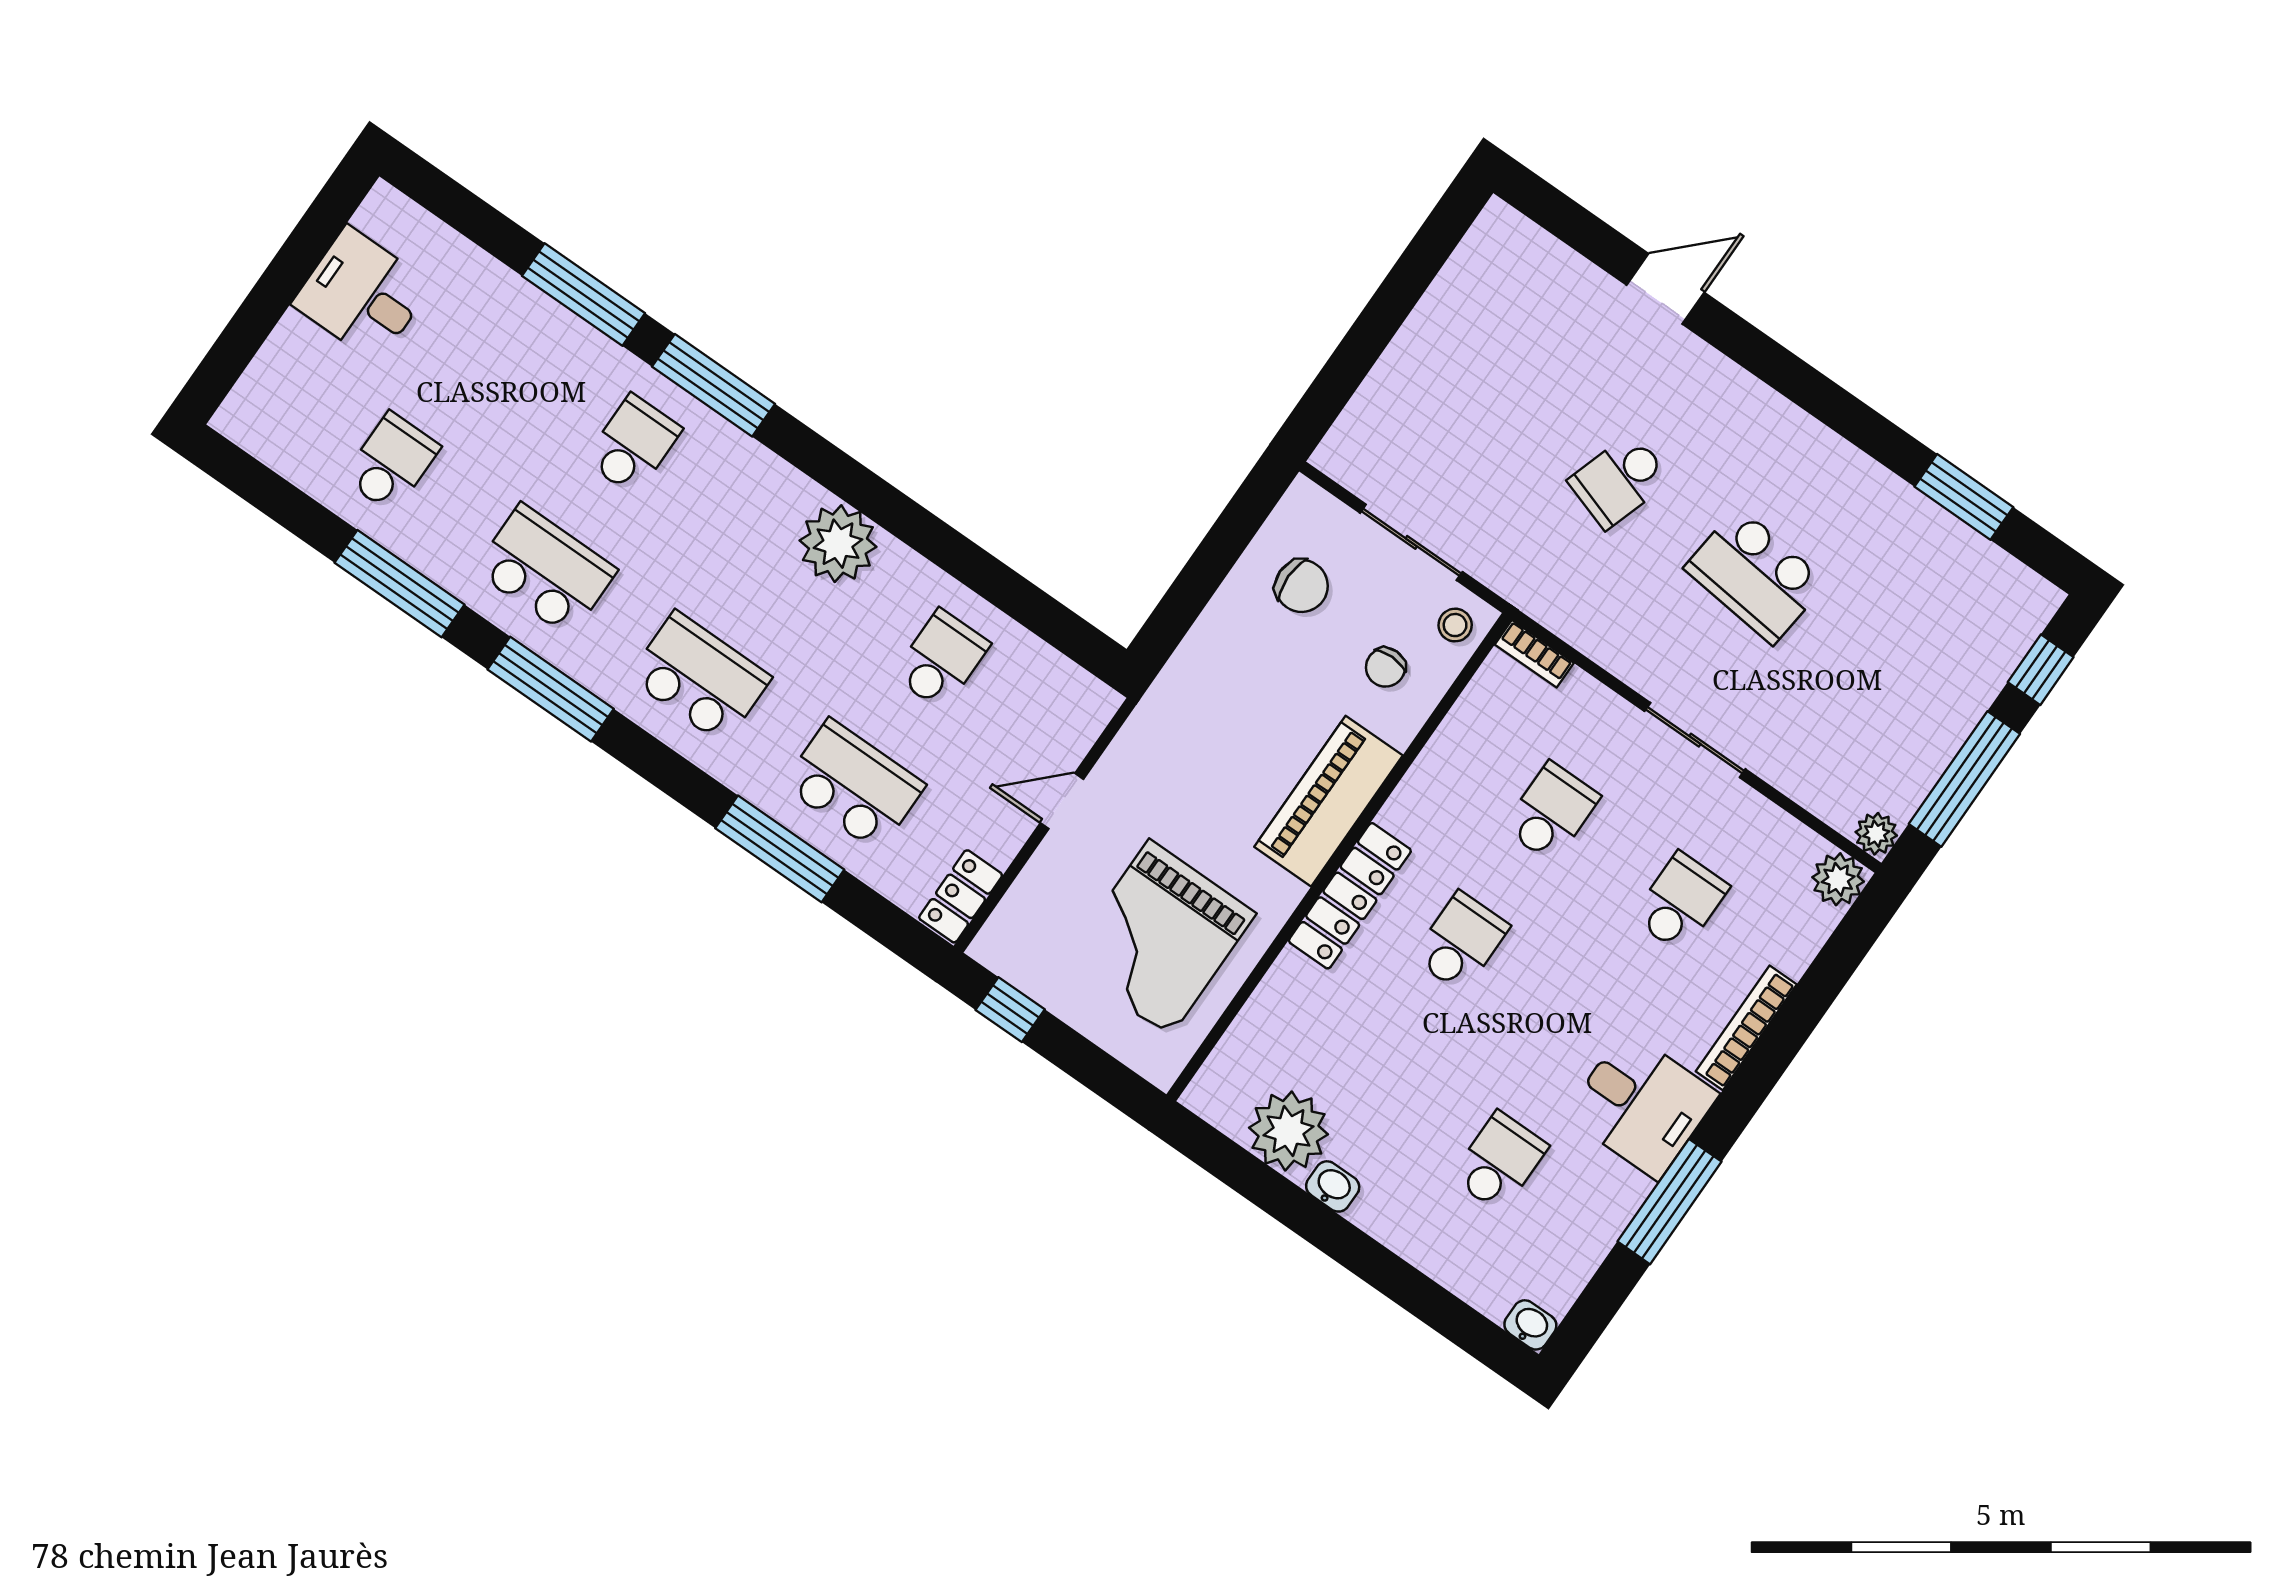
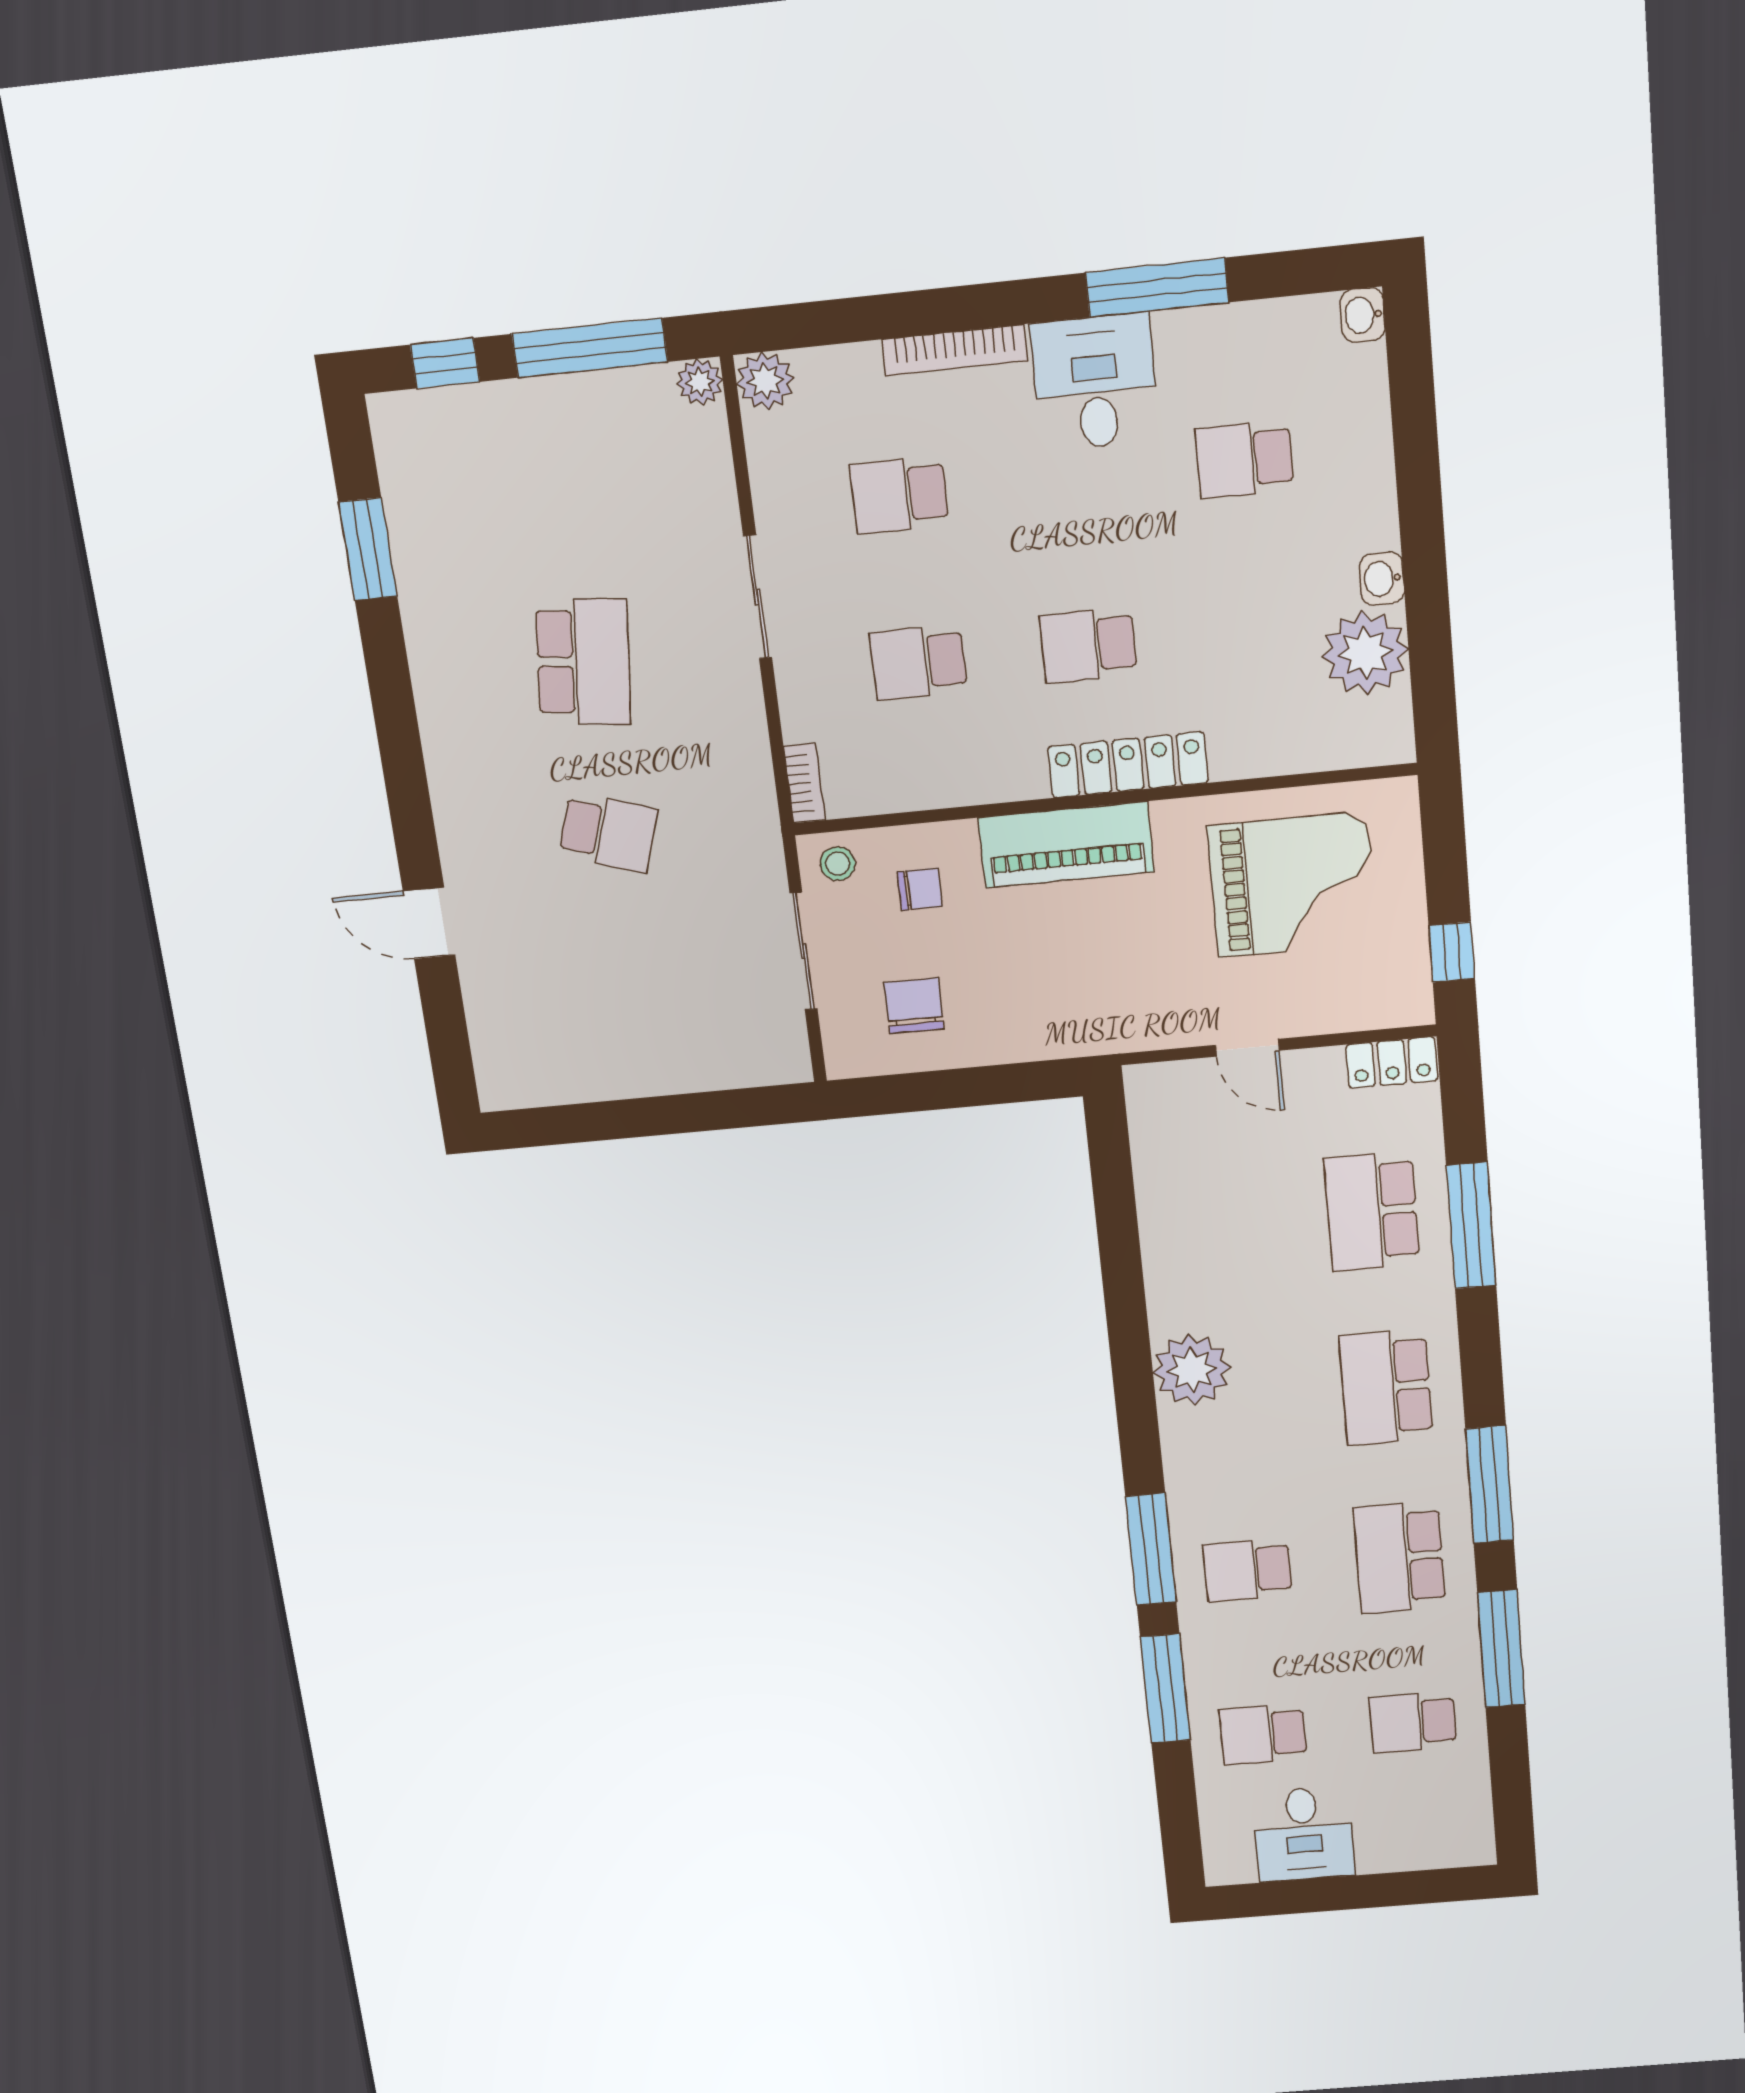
school desk: (941, 660) -> (1263, 1734), moved

